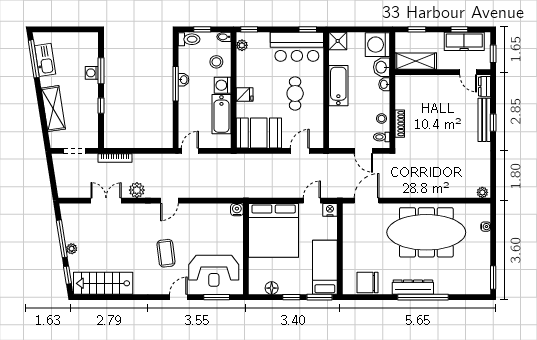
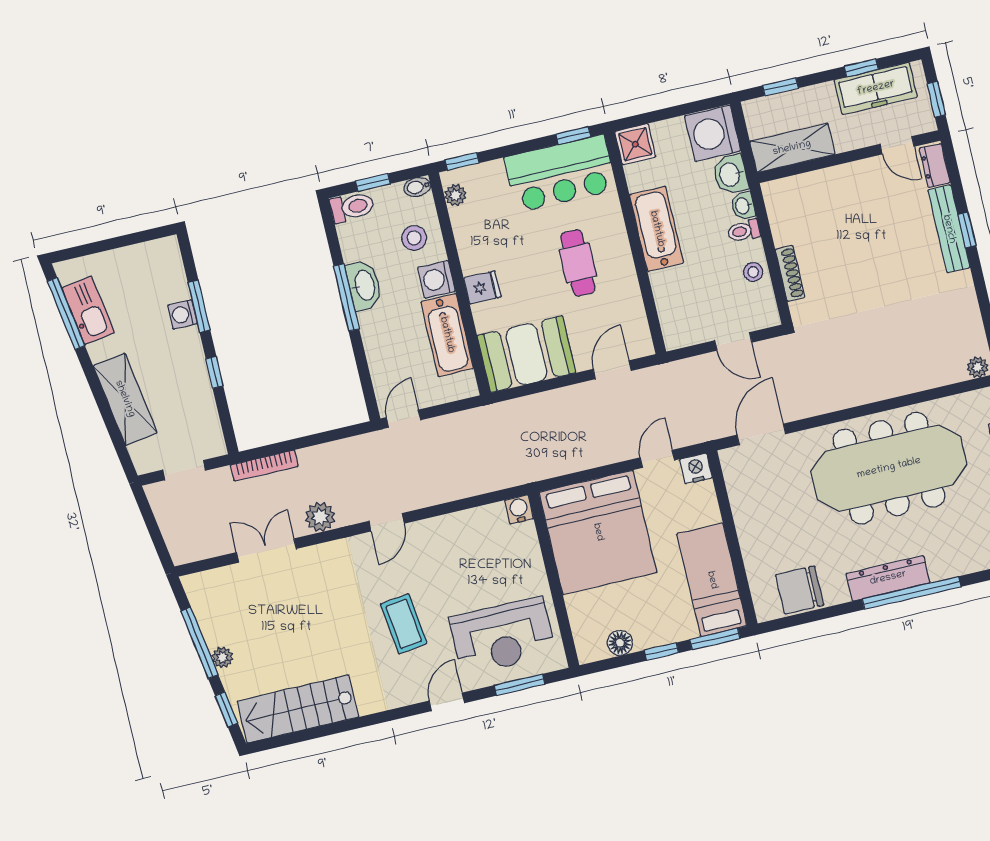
washbasin: (183, 80) -> (364, 285), width x1.91, depth x1.45
toilet: (382, 137) -> (744, 231), moved

